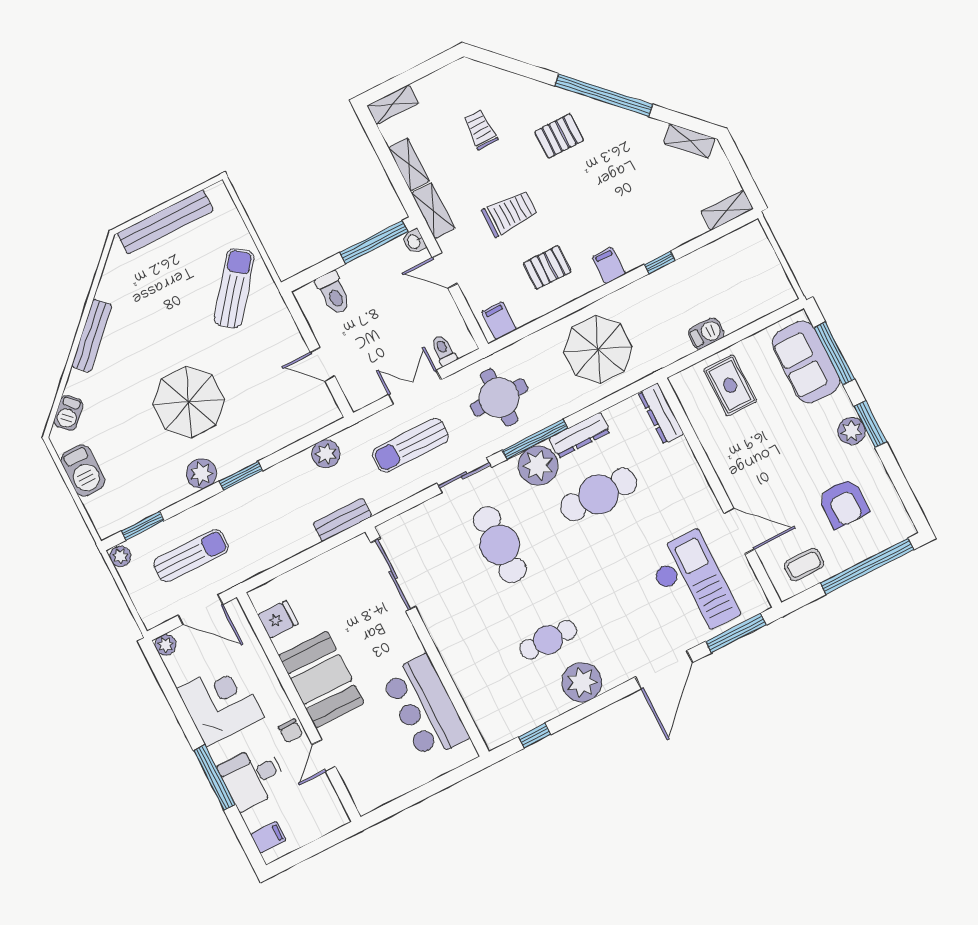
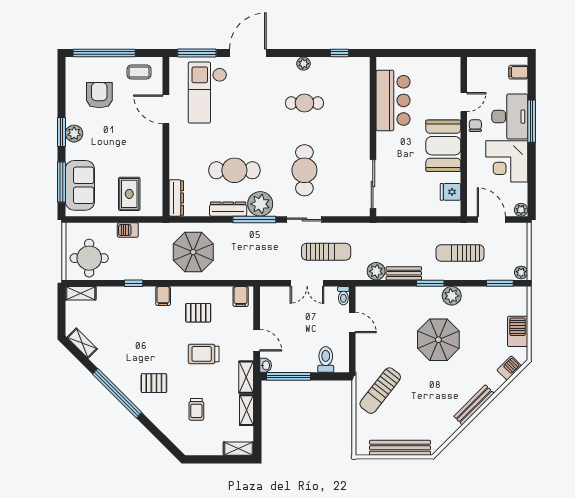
toilet: (444, 350) -> (343, 296), moved
round table: (499, 397) -> (89, 258), moved
bench: (342, 520) -> (404, 273), moved
sun lounger: (191, 556) -> (460, 253), moved
plant: (582, 682) -> (303, 64), width x0.53, depth x0.53
desk: (253, 777) -> (510, 117), width x1.37

